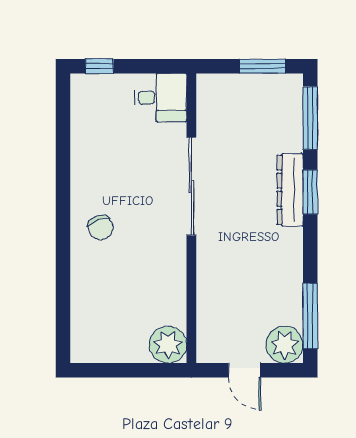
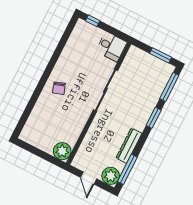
dresser: (290, 190) -> (129, 146), moved

